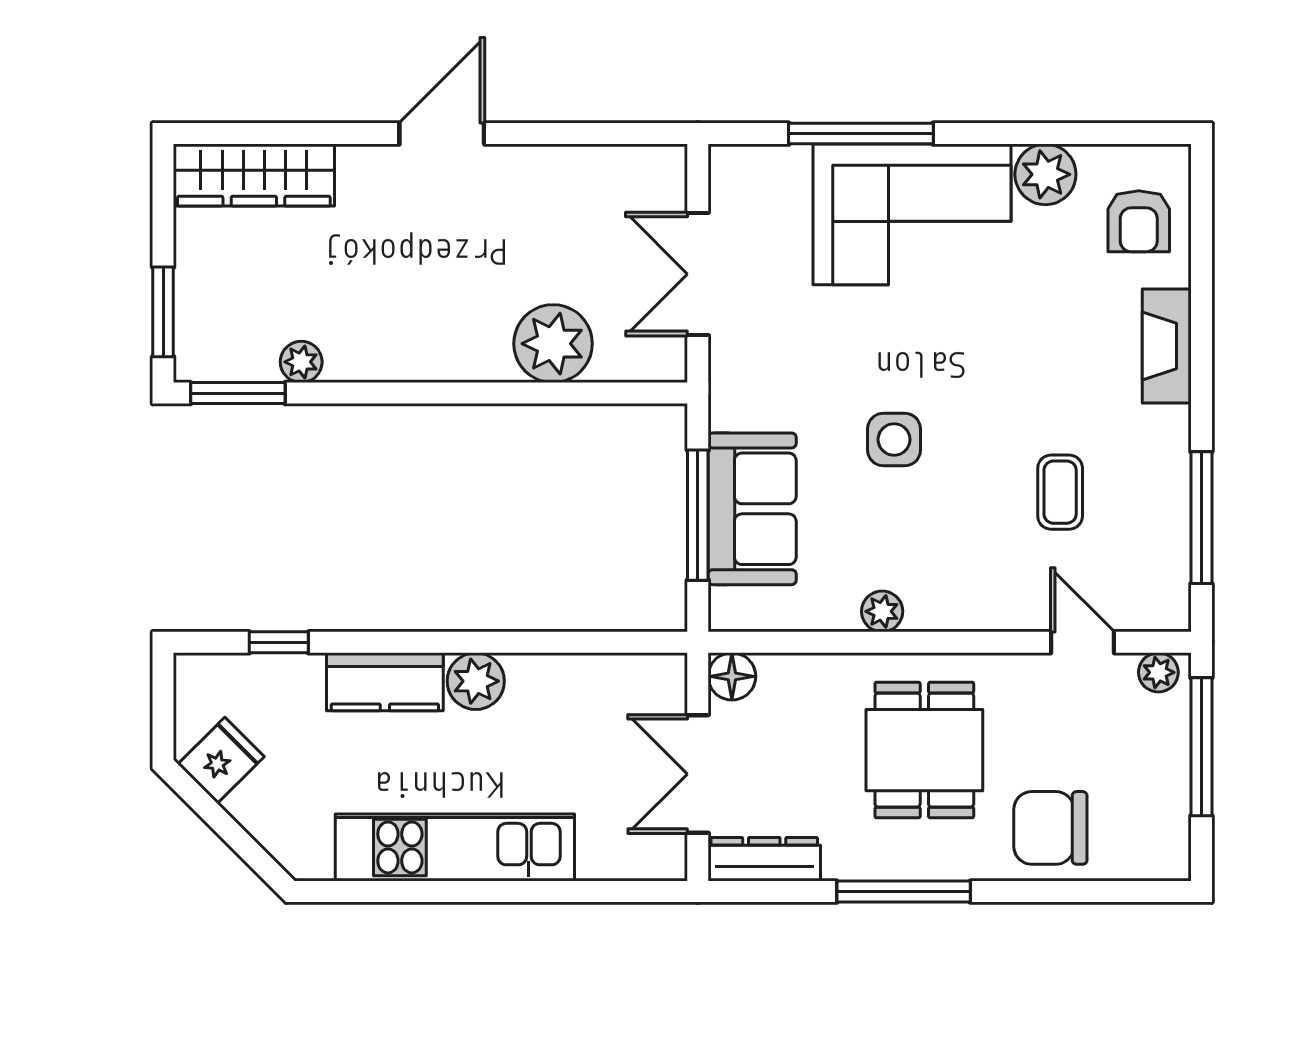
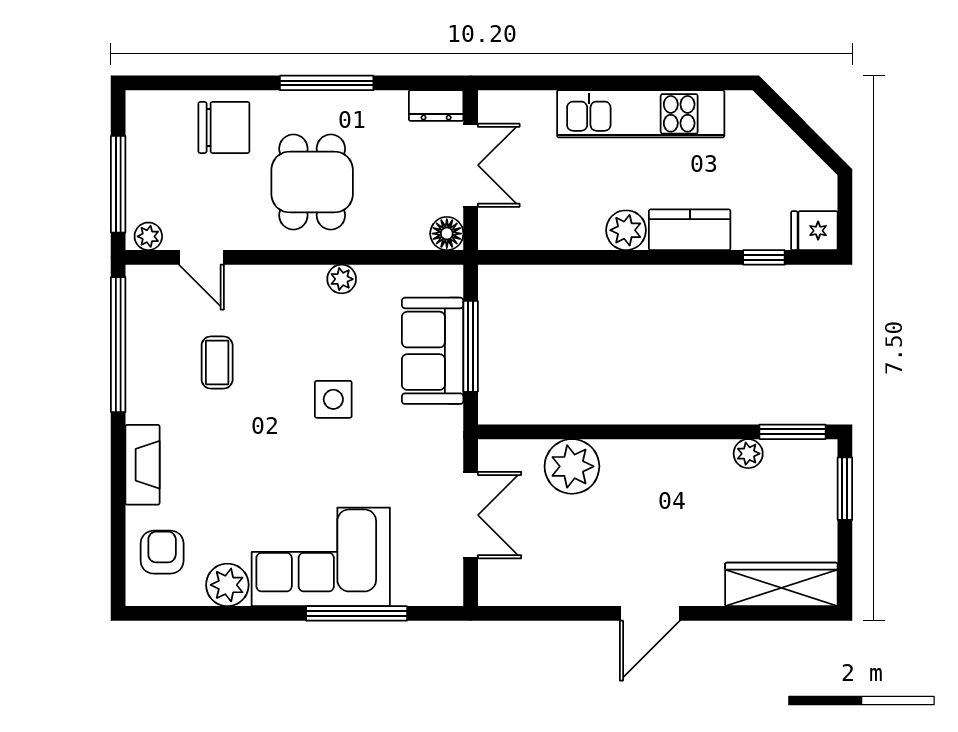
window: (1201, 518) -> (118, 345), width x1.46
fridge: (221, 760) -> (814, 231), moved, turned 45
dresser: (764, 859) -> (436, 106), width x0.70

